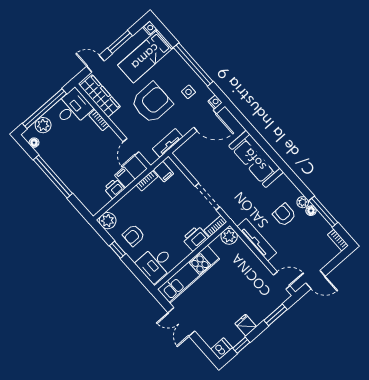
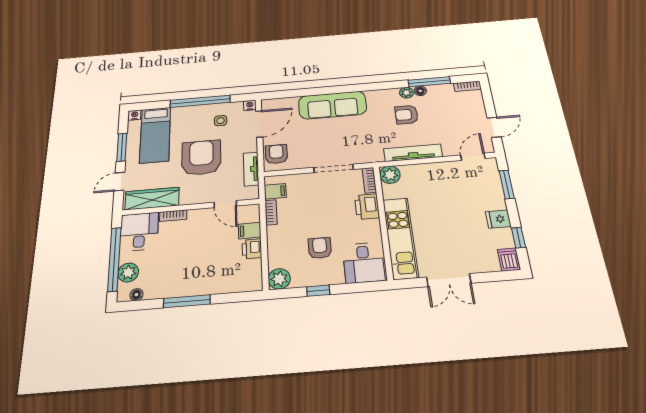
armchair: (191, 151) -> (276, 154), added
window: (53, 177) -> (187, 301), width x0.68
armchair: (134, 235) -> (320, 248), moved, turned 180

